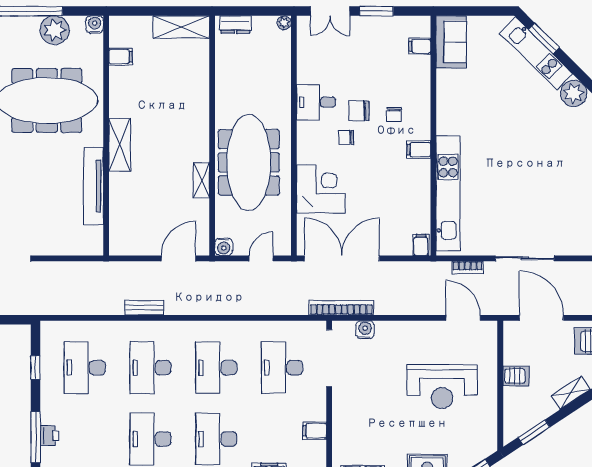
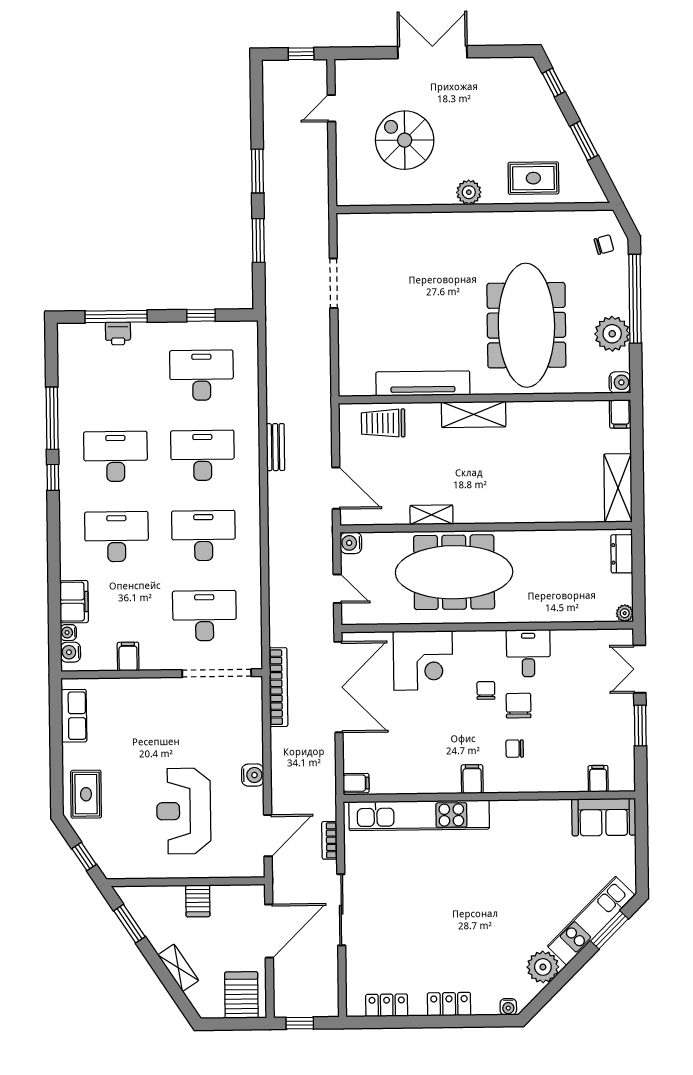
filing cabinet: (121, 57) -> (620, 414), moved
trolley: (126, 219) -> (383, 423), added
water cooler: (365, 330) -> (253, 775), moved

